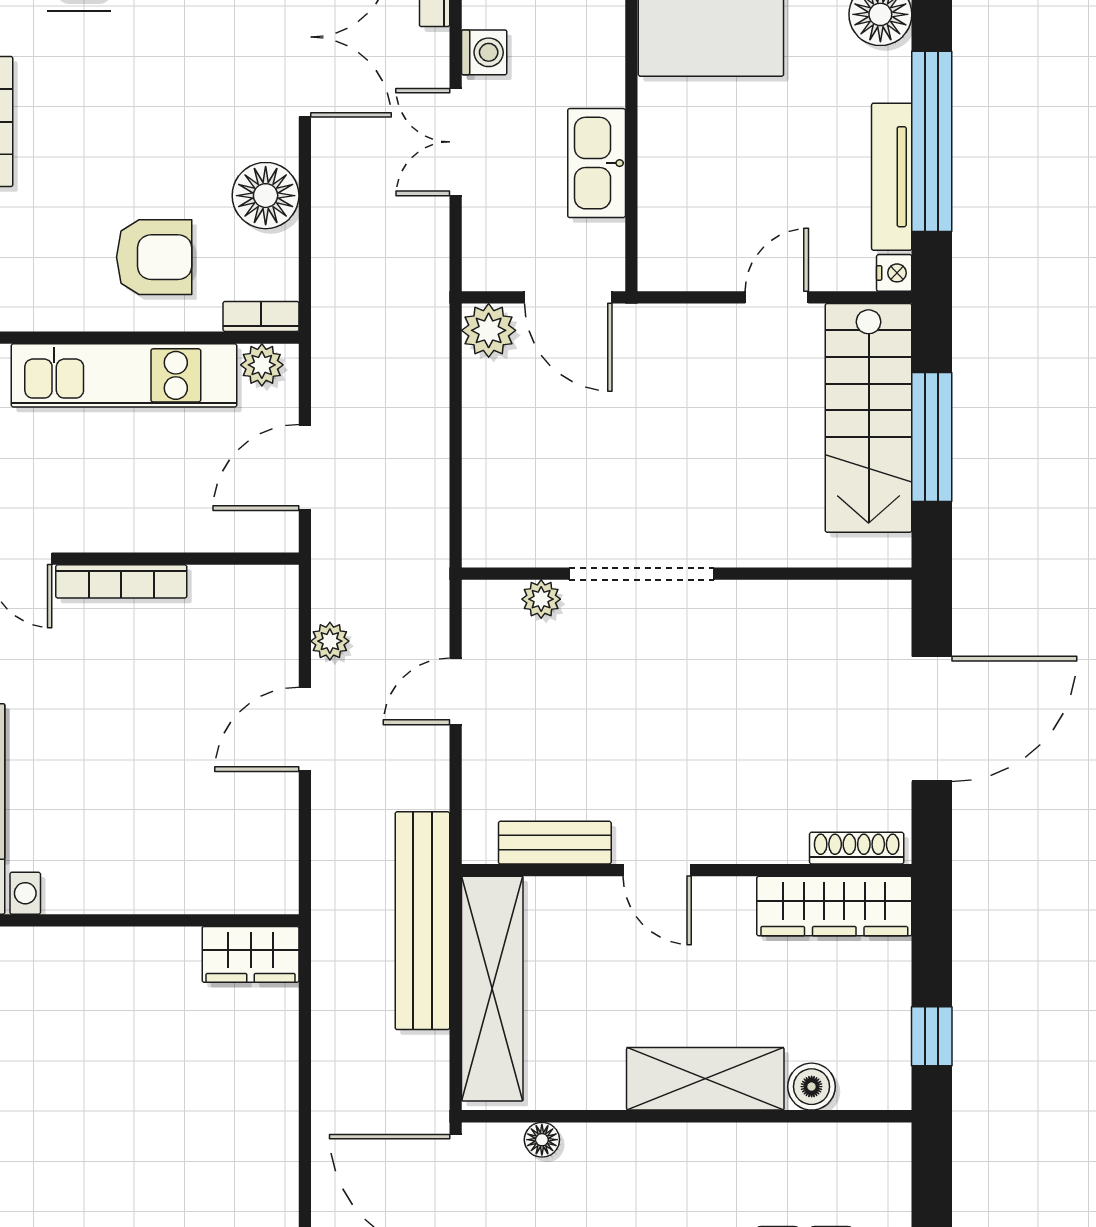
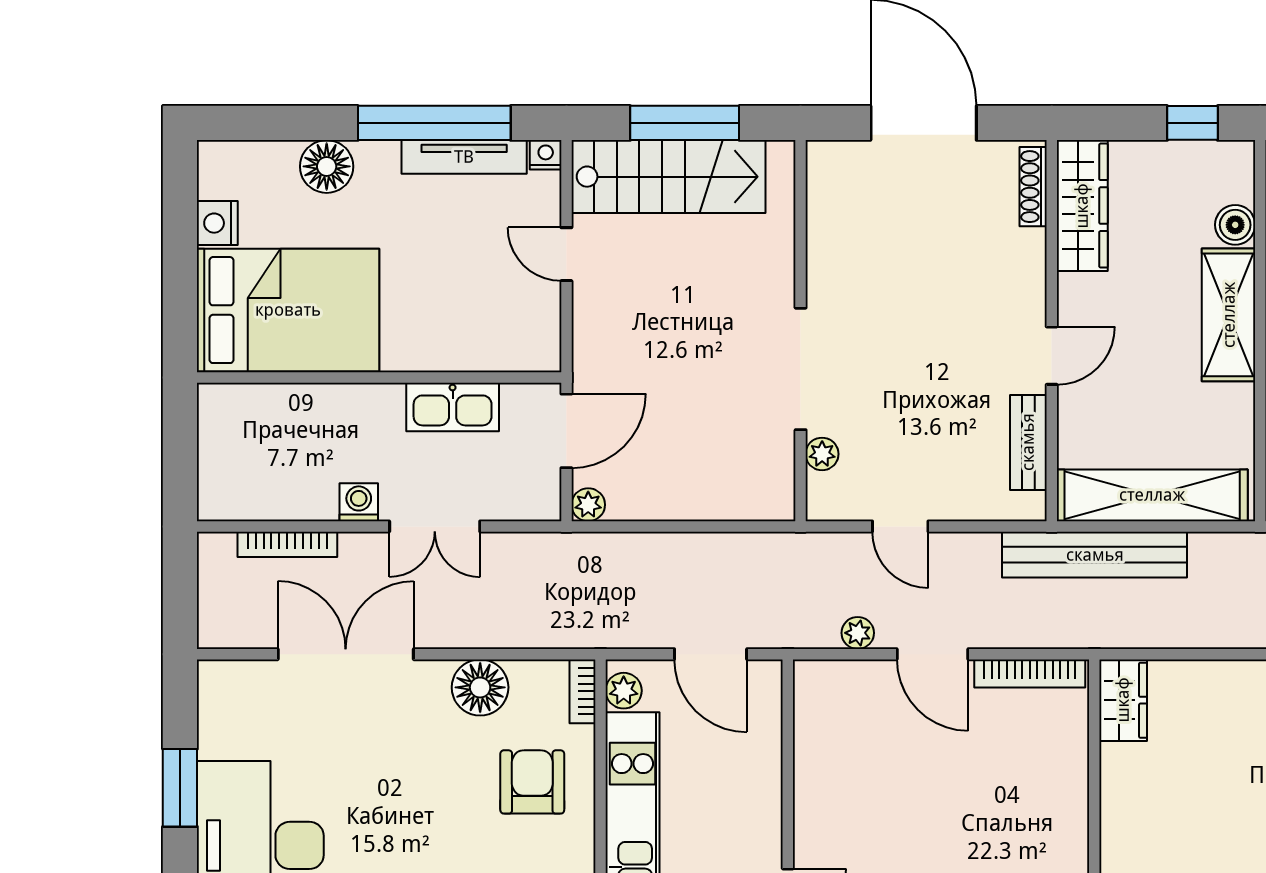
plant: (489, 330) -> (588, 505), width x0.73, depth x0.73
bookcase: (121, 581) -> (1030, 673), moved, turned 90

